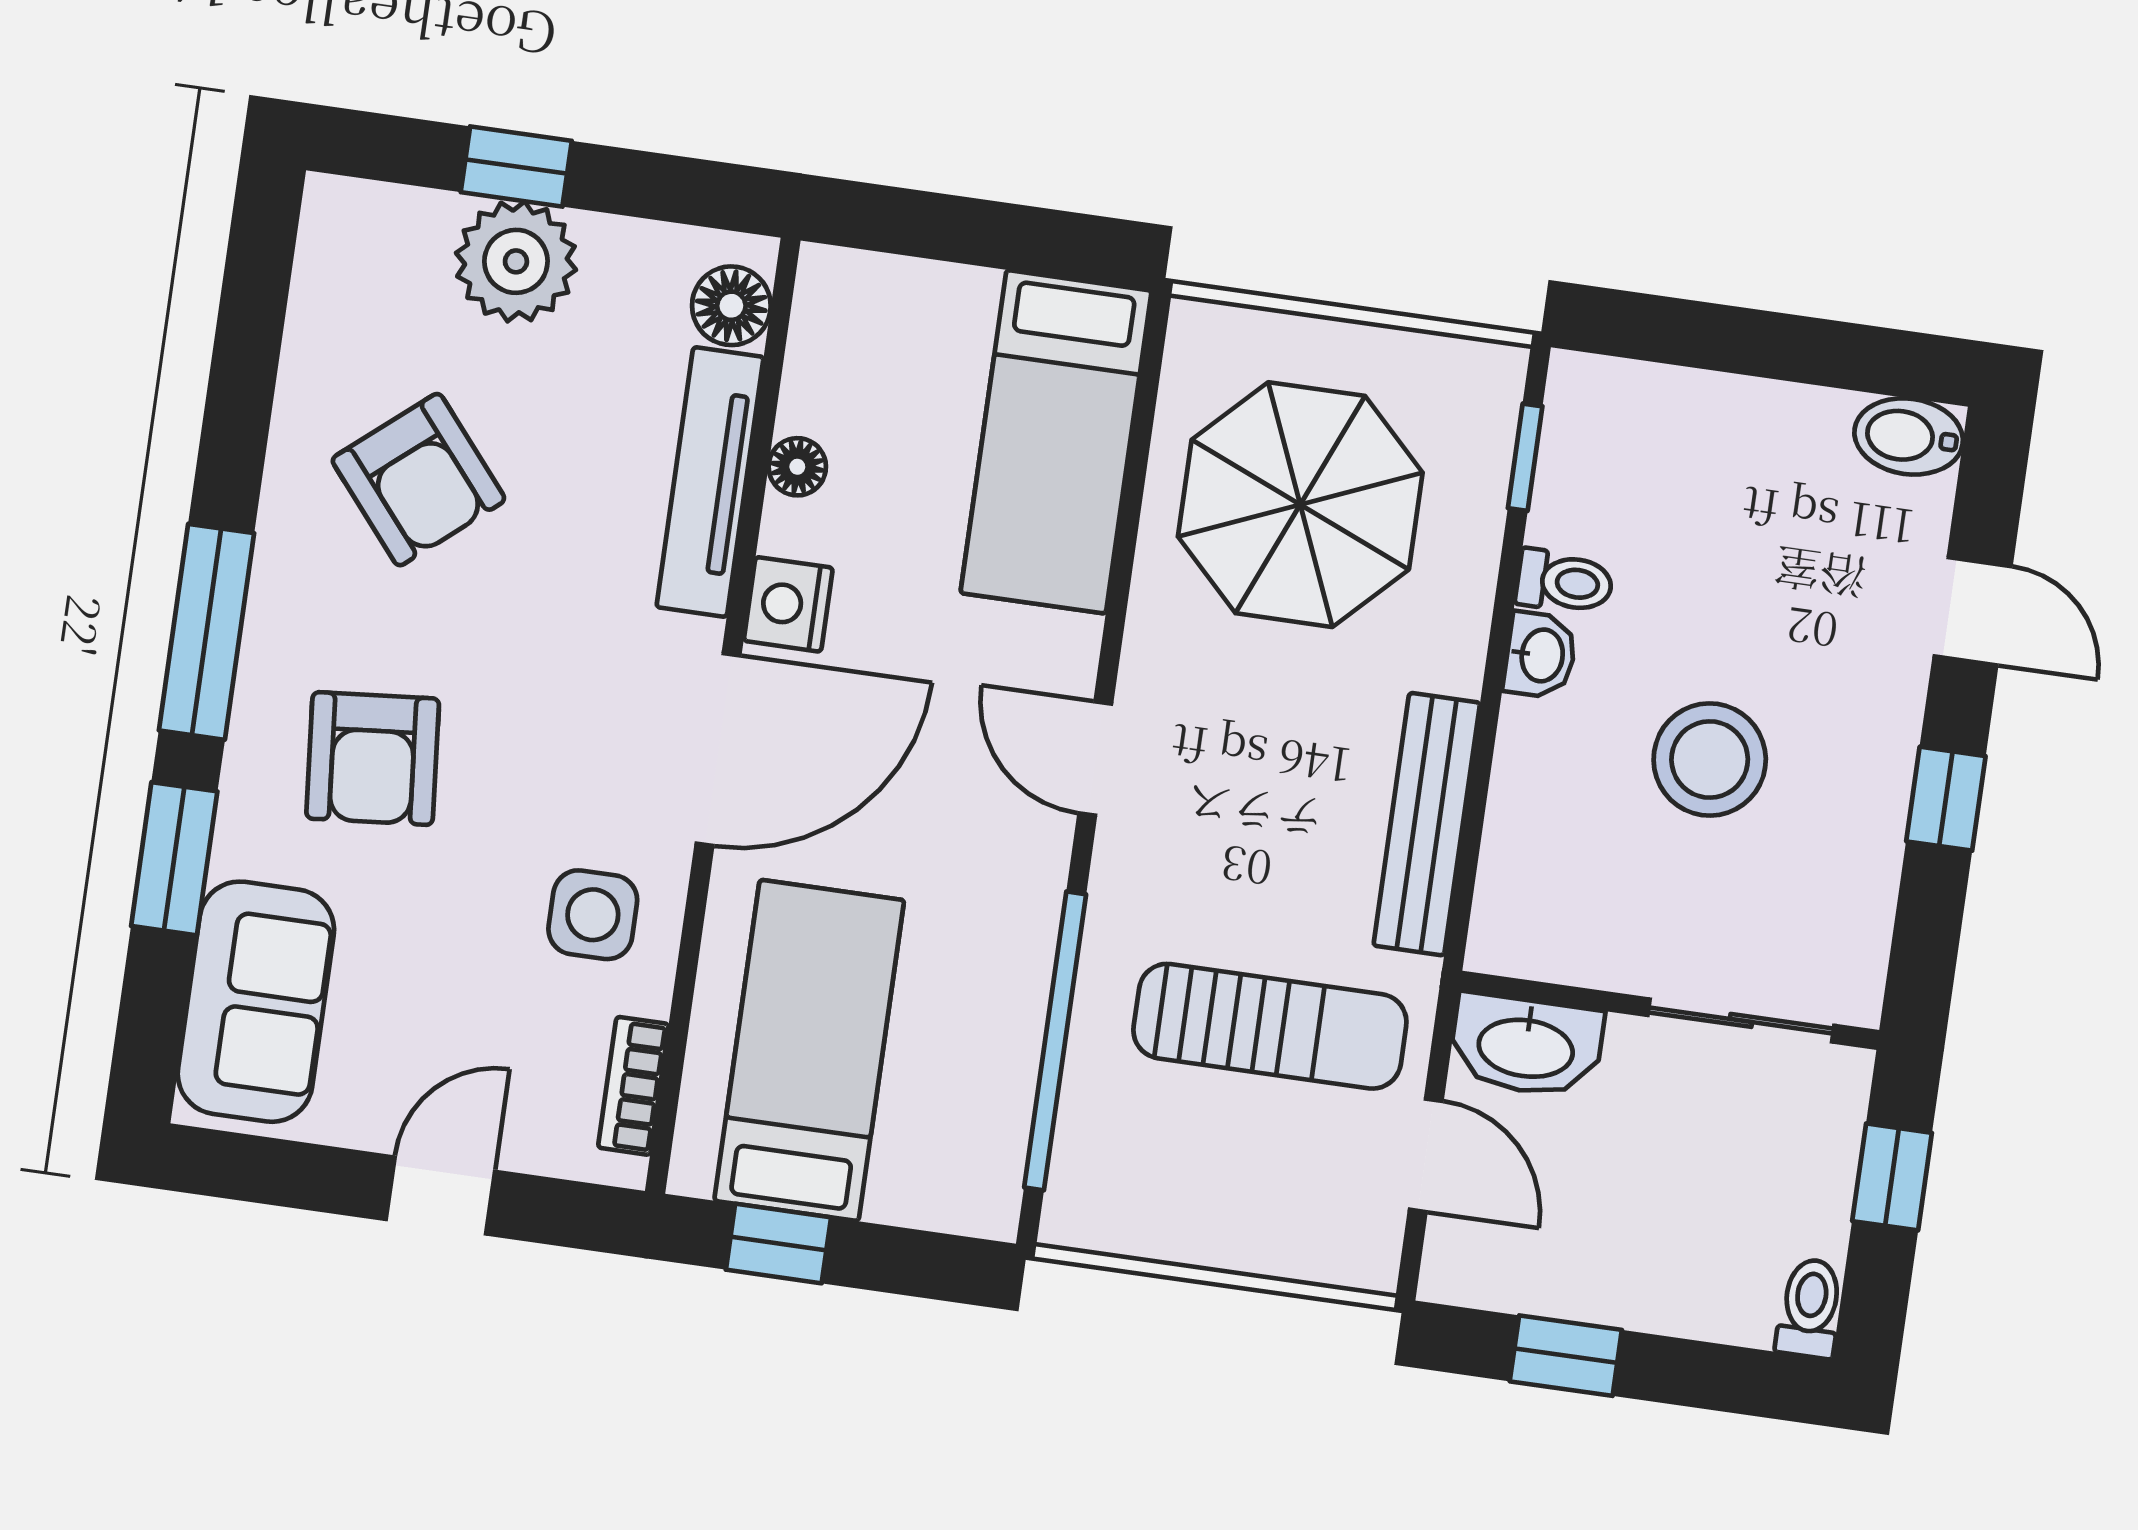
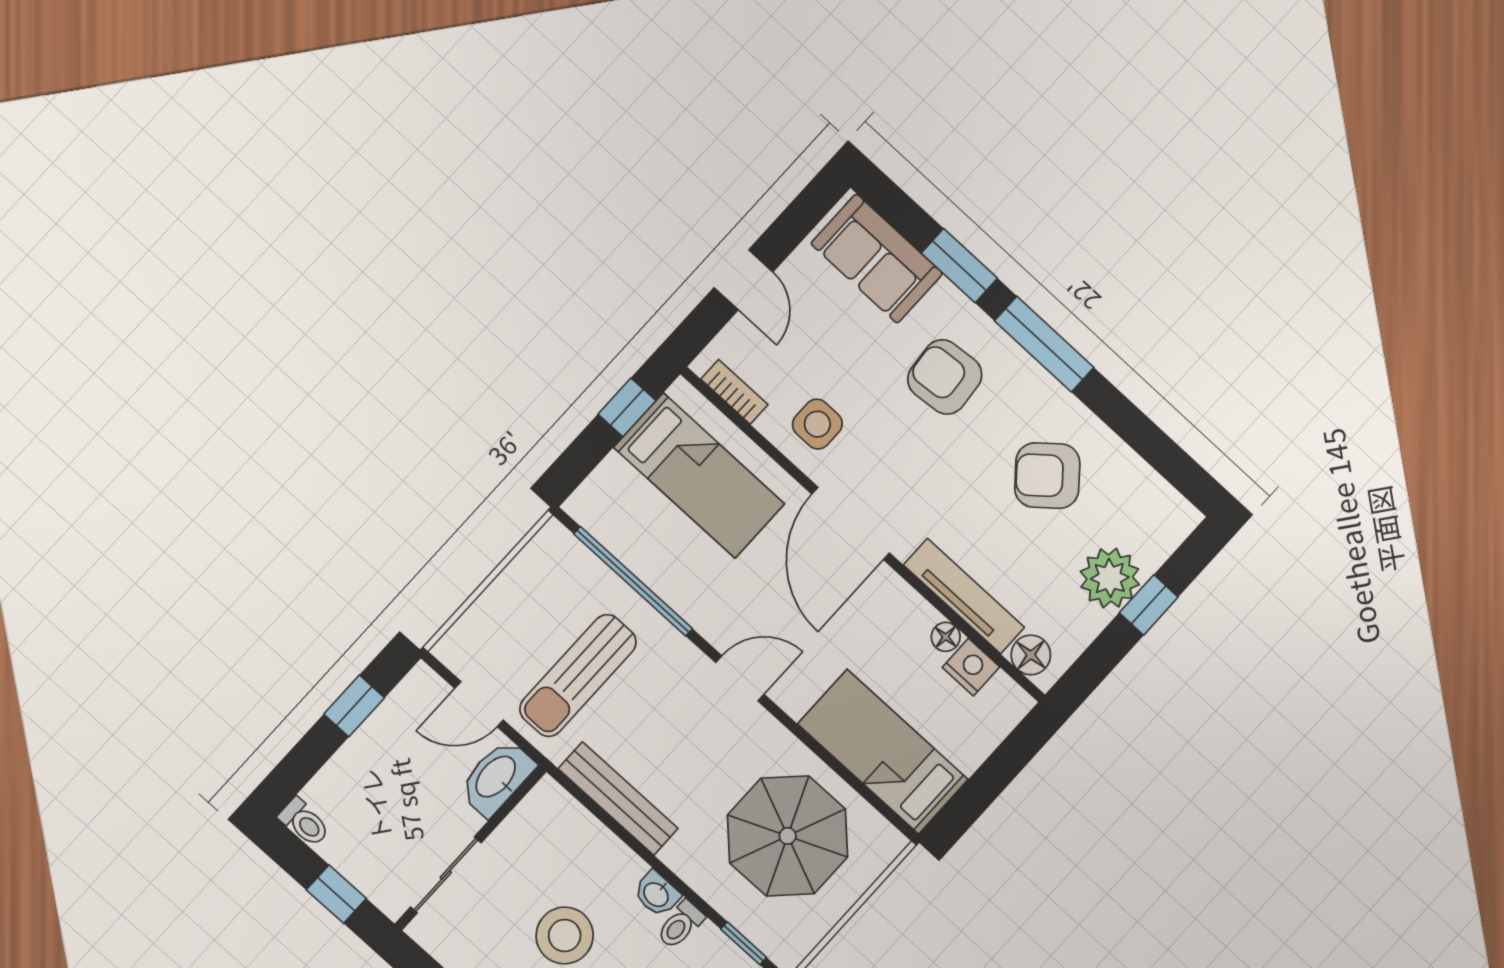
nightstand: (788, 604) -> (971, 667), moved

